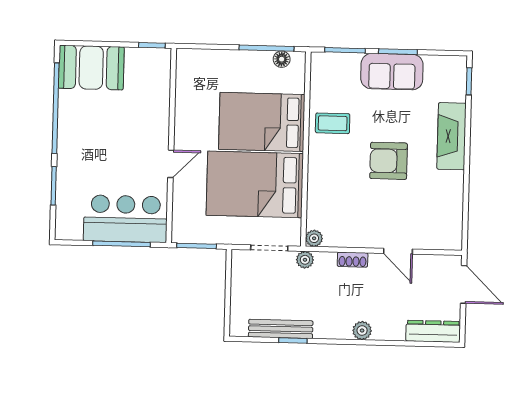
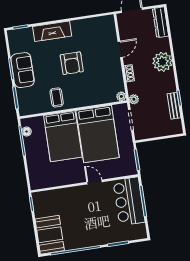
bench: (281, 329) -> (174, 106), width x0.73
plant: (362, 331) -> (162, 62), width x1.87, depth x1.87

